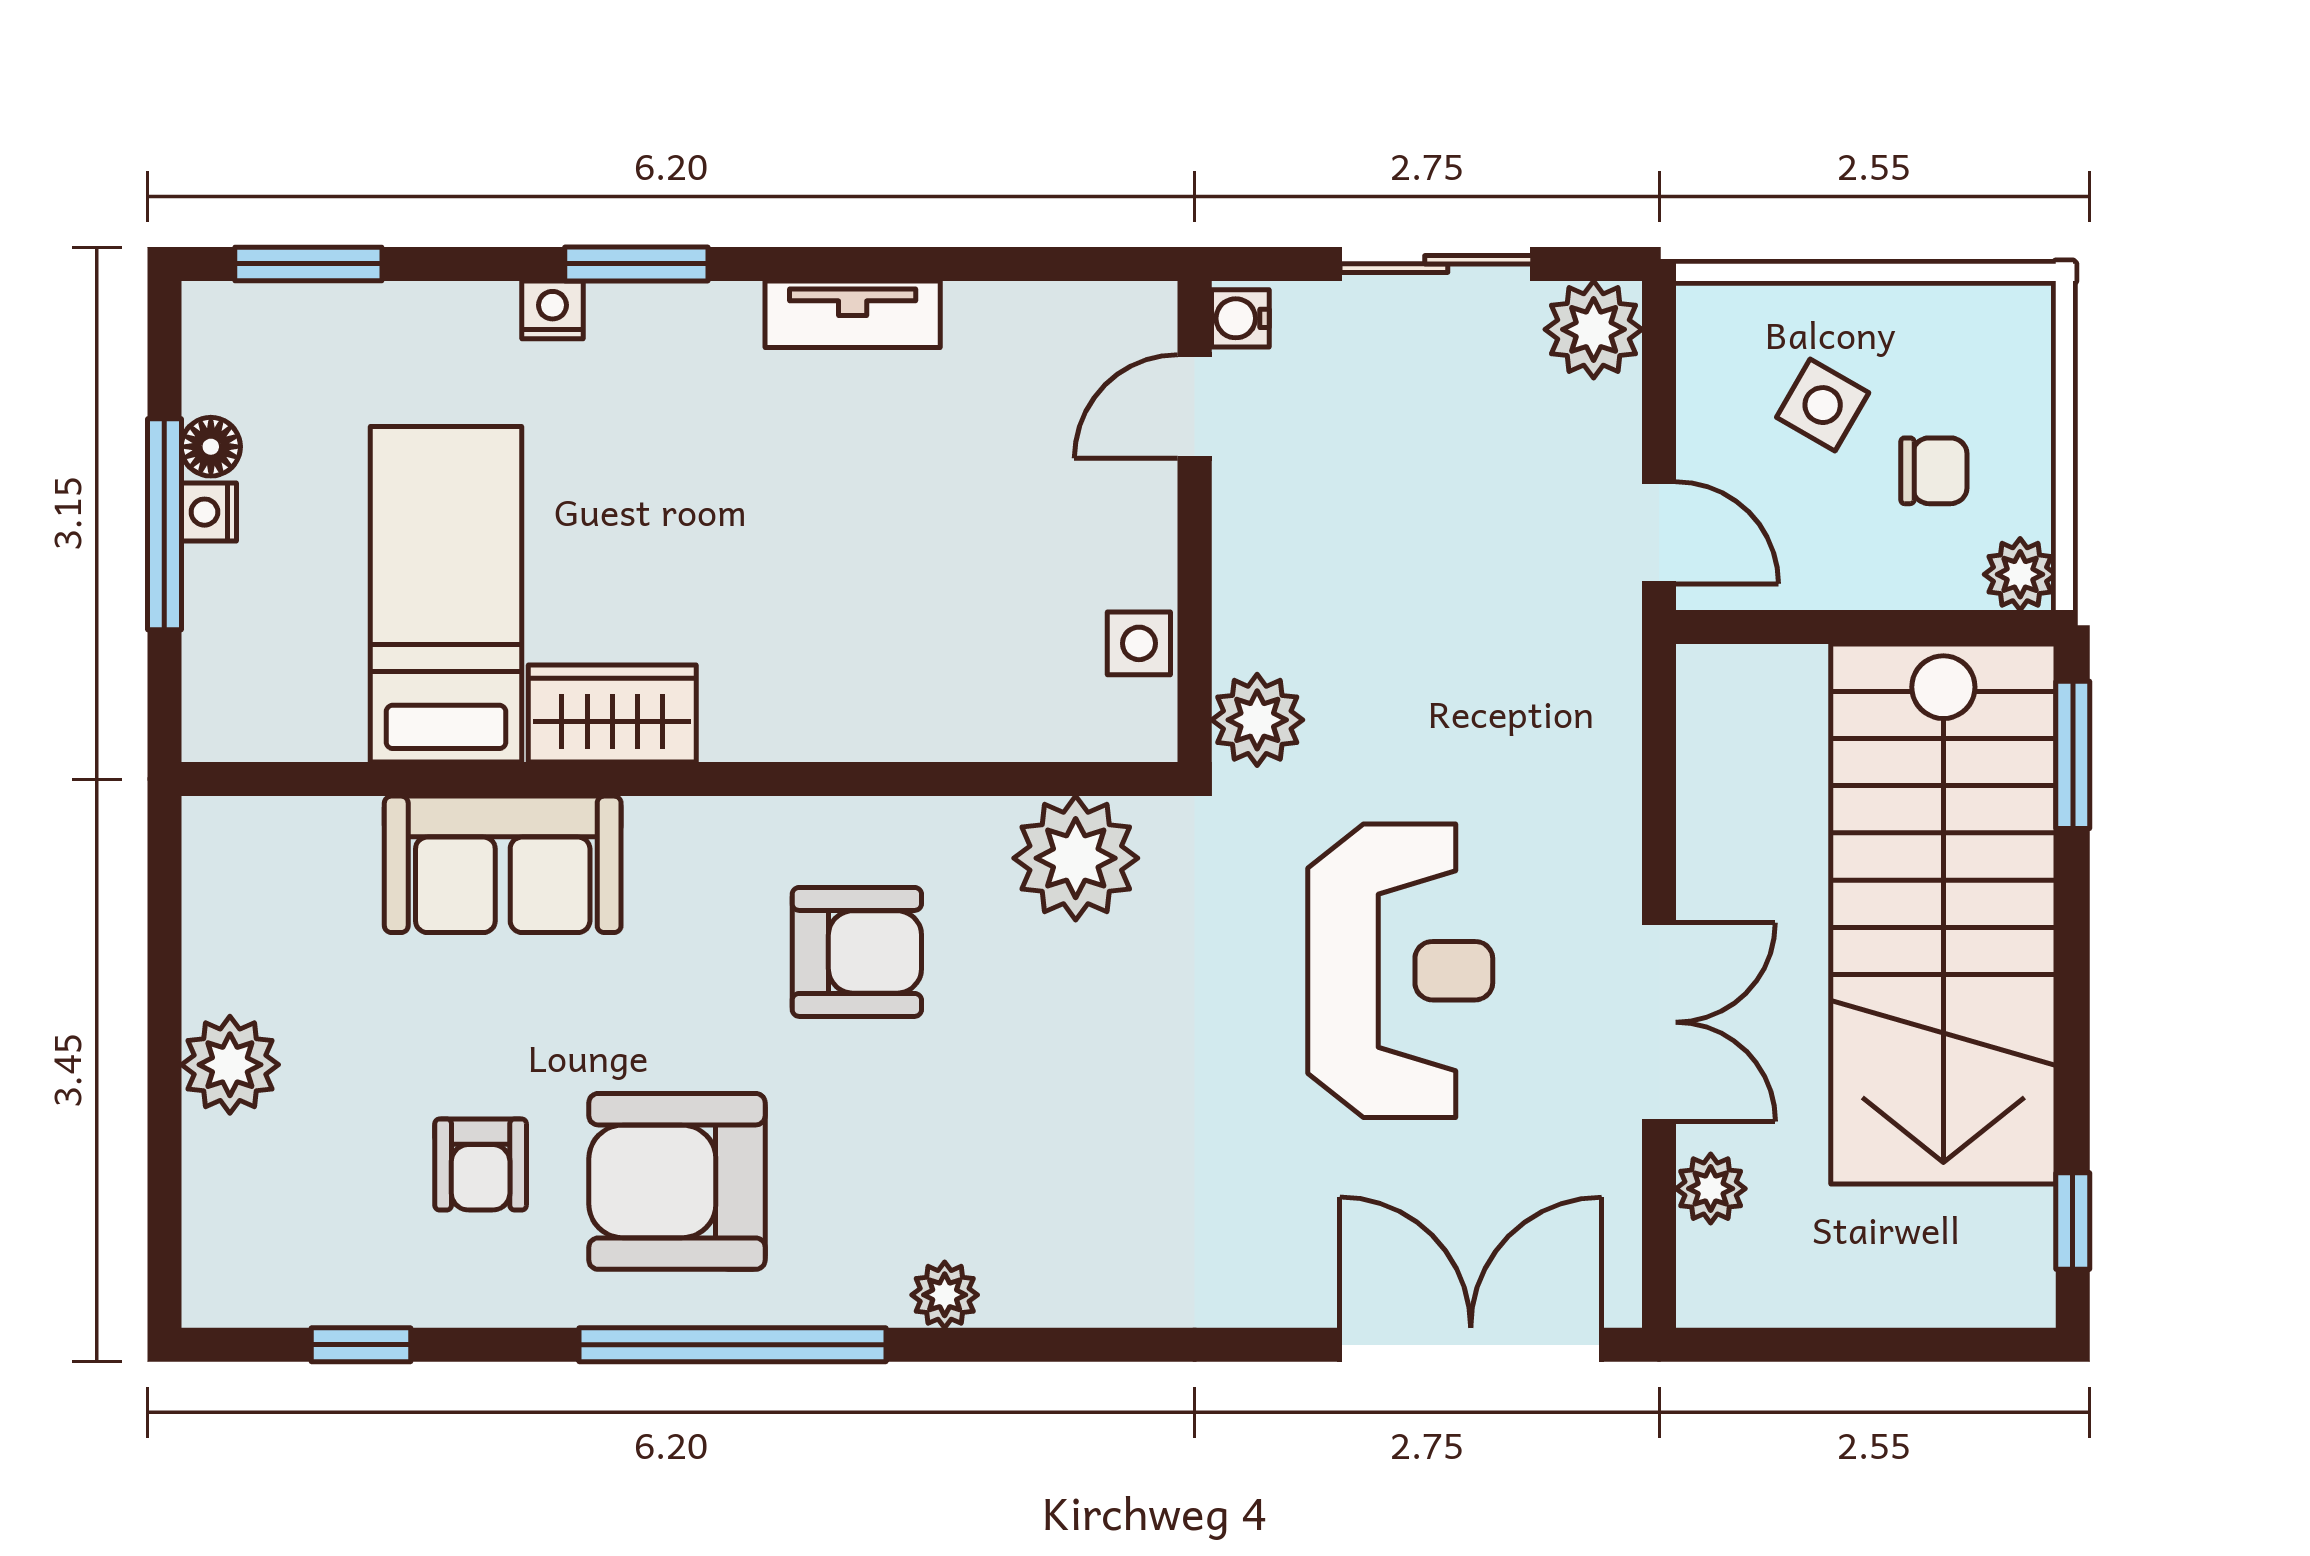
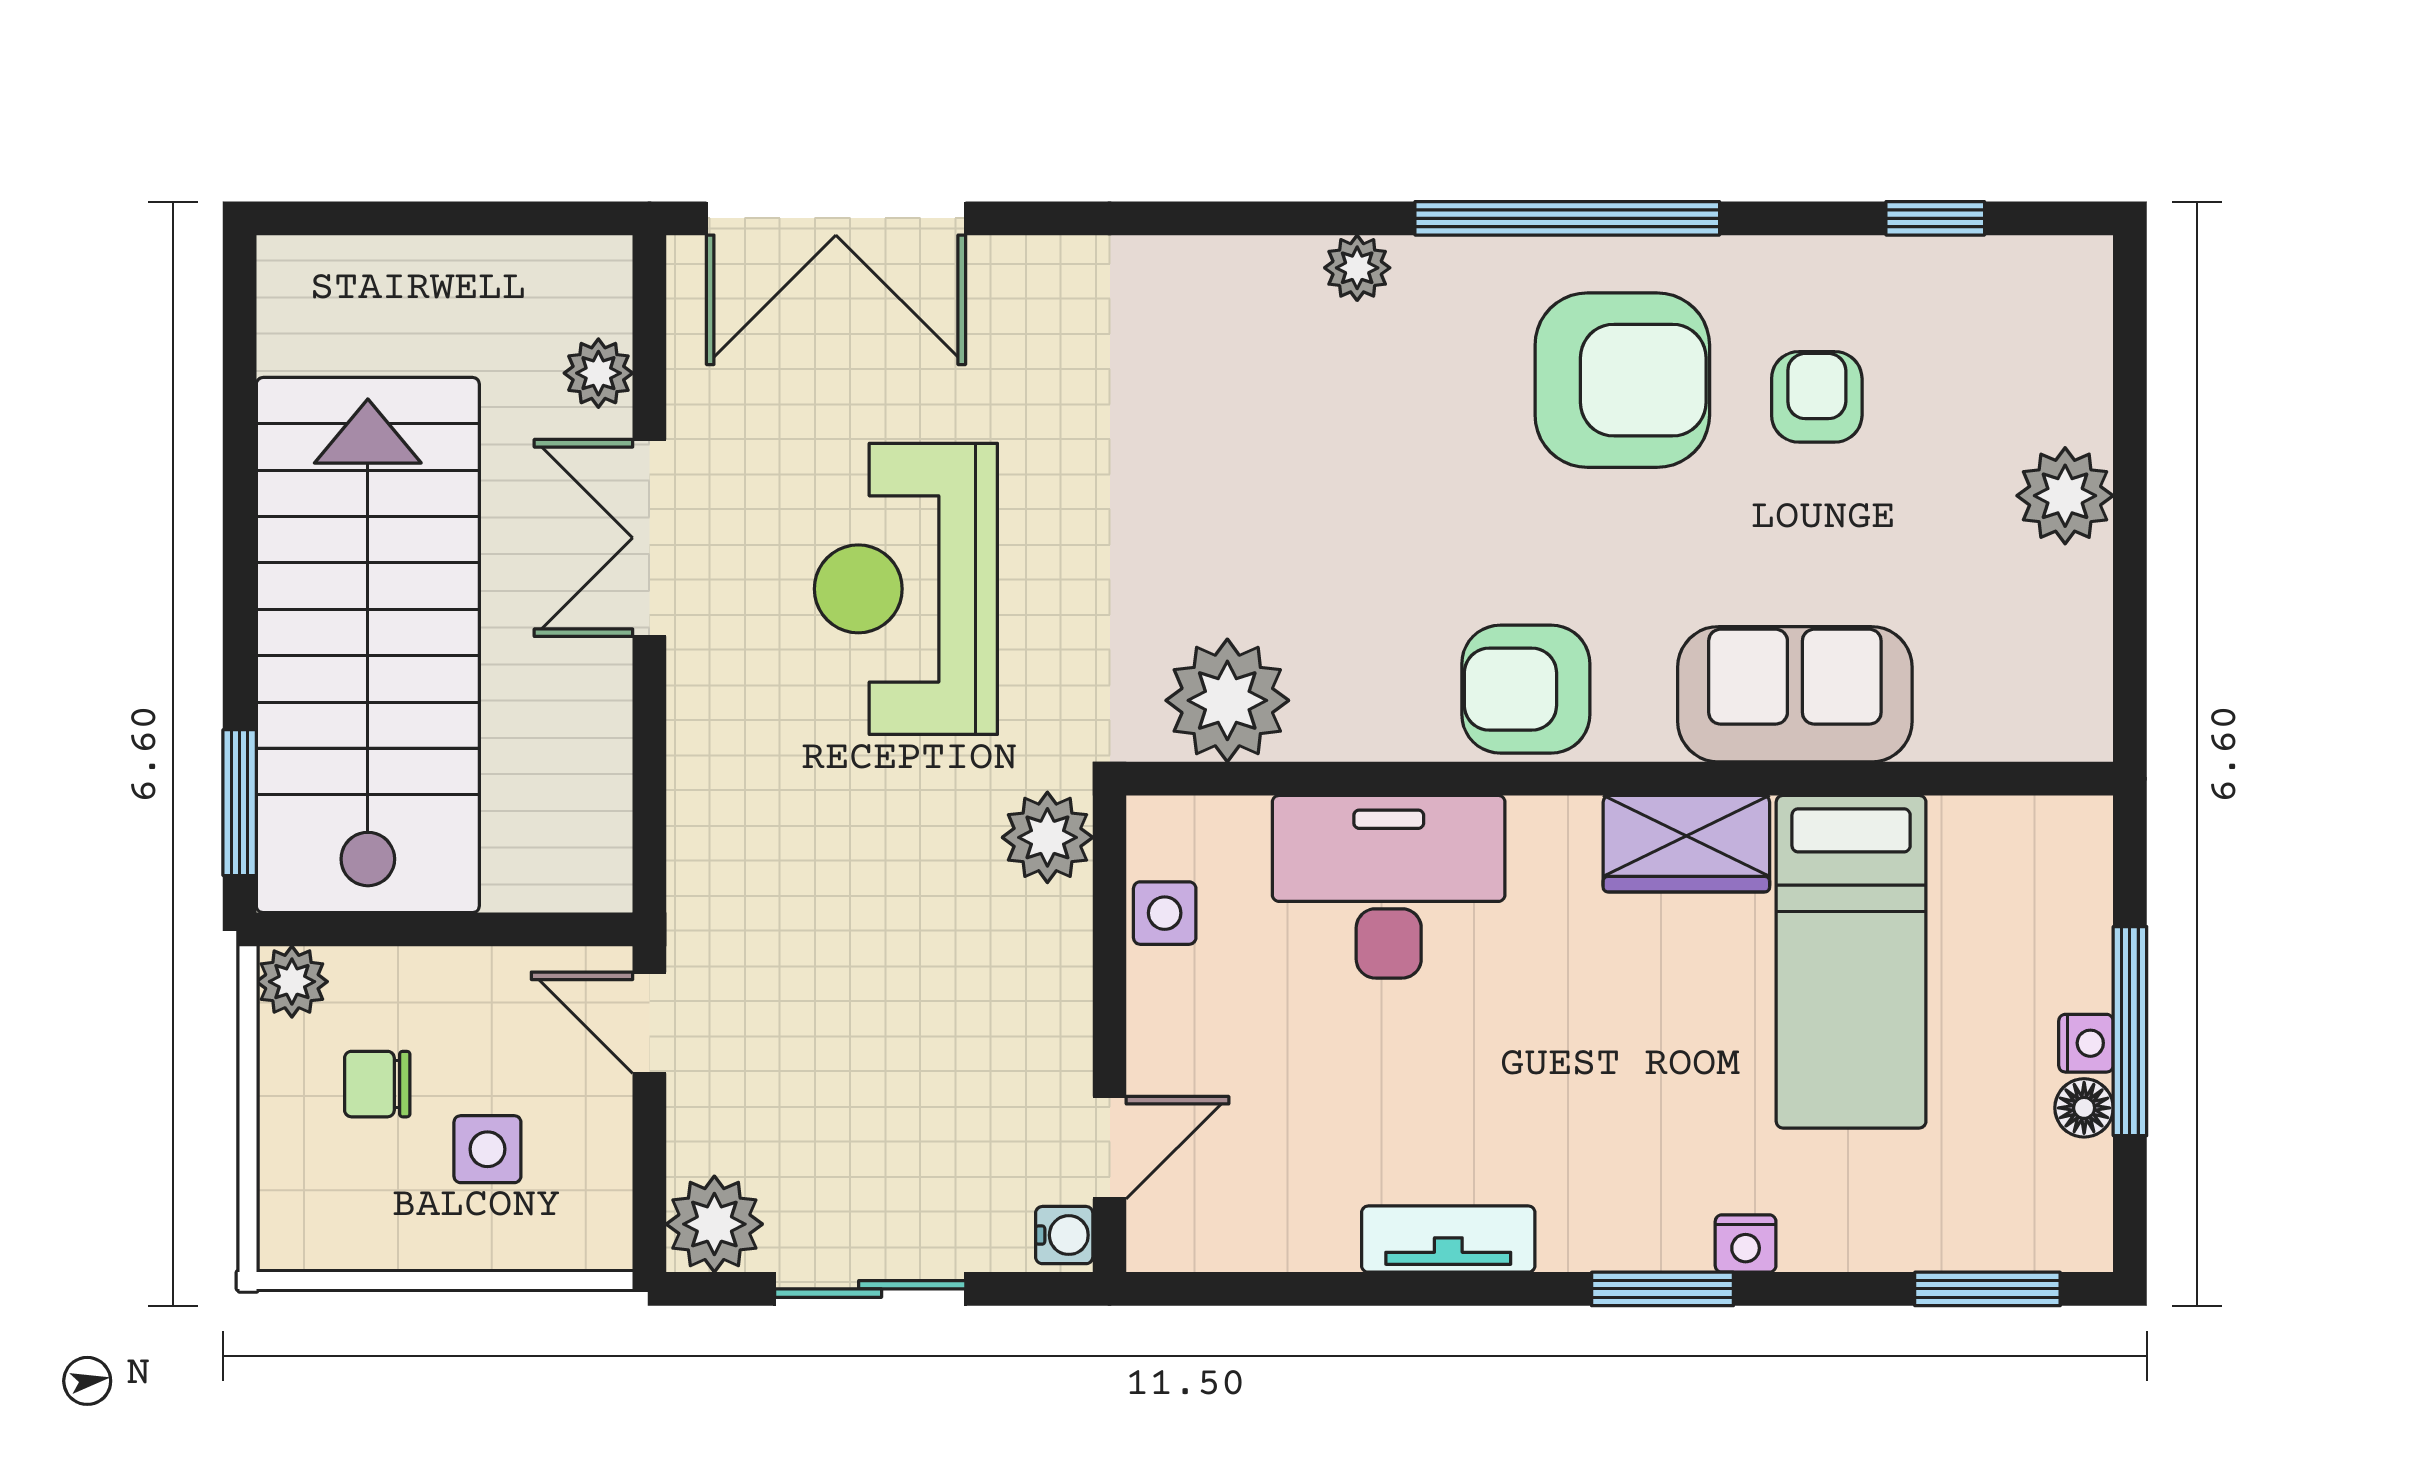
side table: (1823, 405) -> (487, 1149), turned -30
desk: (913, 670) -> (1389, 887), added
armchair: (857, 952) -> (1526, 689), moved
window: (2073, 1221) -> (240, 341), removed

